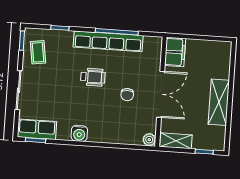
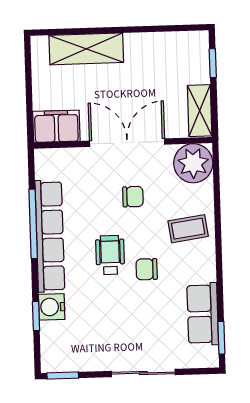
coffee table: (38, 52) -> (188, 229), moved
chair: (82, 99) -> (147, 269), added
shelving: (219, 102) -> (86, 49), moved
row of seats: (37, 129) -> (203, 314), moved
water cooler: (79, 133) -> (52, 307), moved, turned 180
plant: (149, 140) -> (193, 163), width x1.88, depth x1.88

